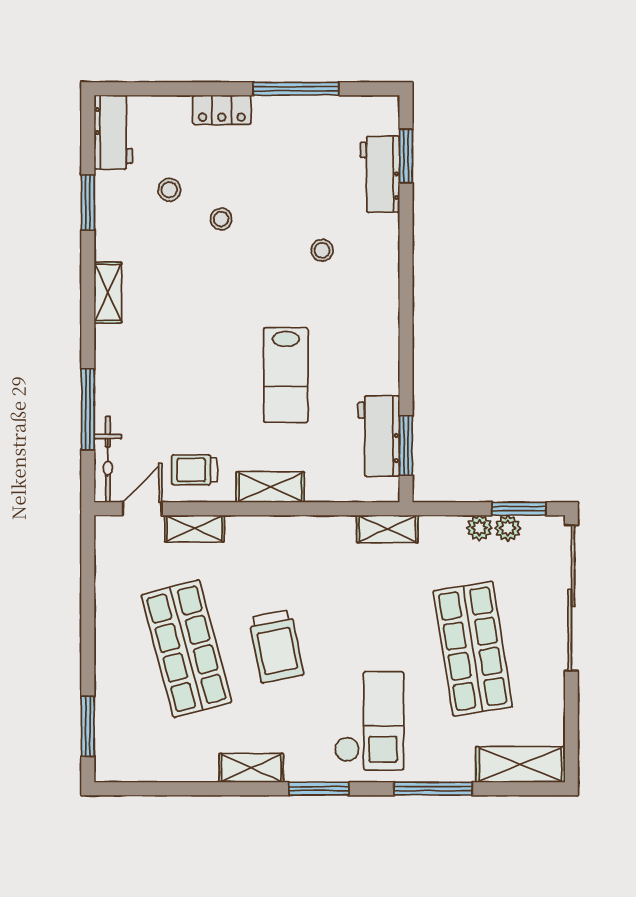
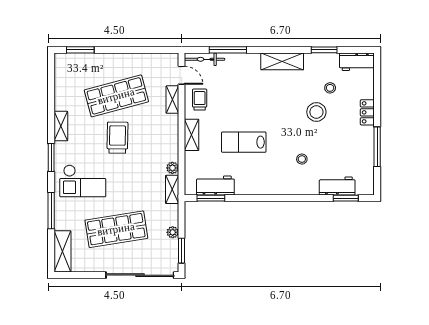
stool: (221, 219) -> (316, 112), width x1.89, depth x1.89
shelving: (108, 292) -> (282, 61), width x1.50, depth x1.33
plant: (508, 528) -> (172, 168), moved
trolley: (276, 646) -> (117, 138), turned 102

